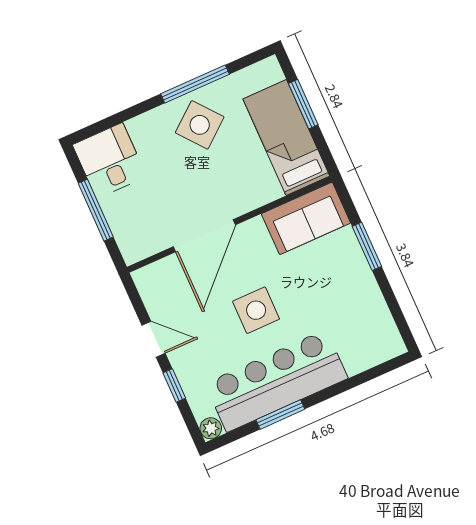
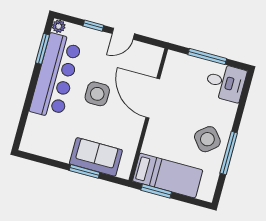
window: (303, 104) -> (156, 191), moved
sofa: (306, 218) -> (96, 157), moved, turned 90
window: (280, 414) -> (42, 49), moved

